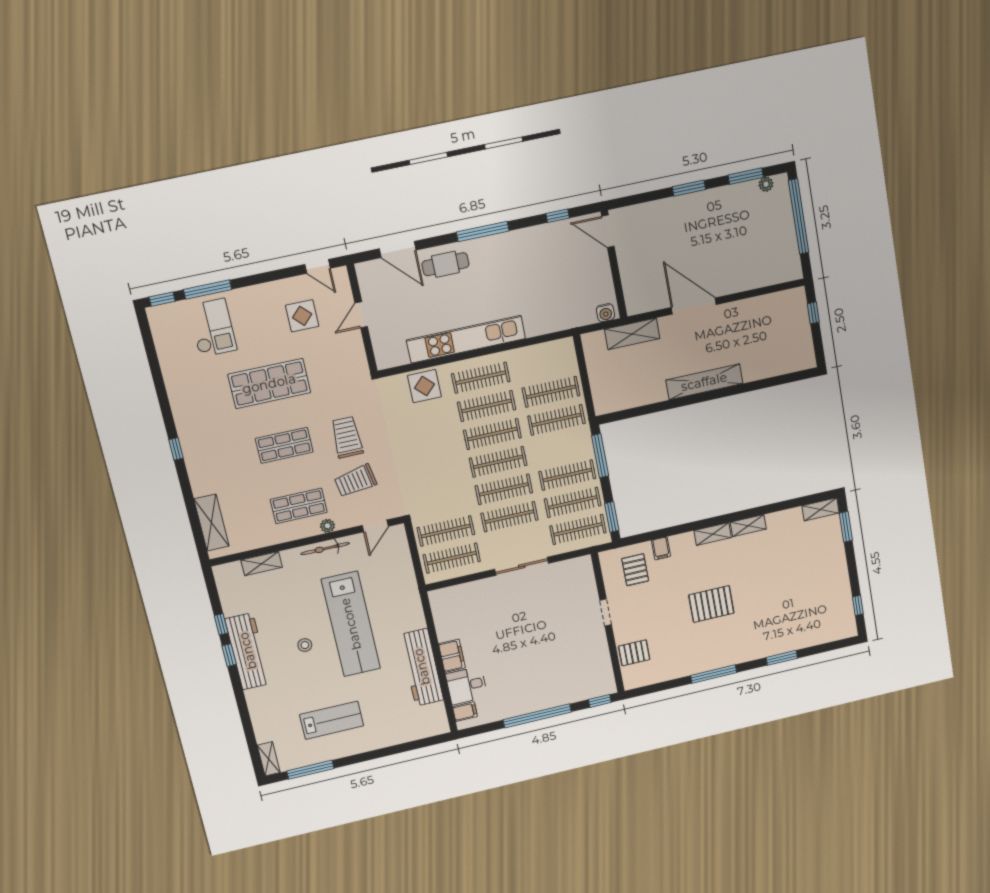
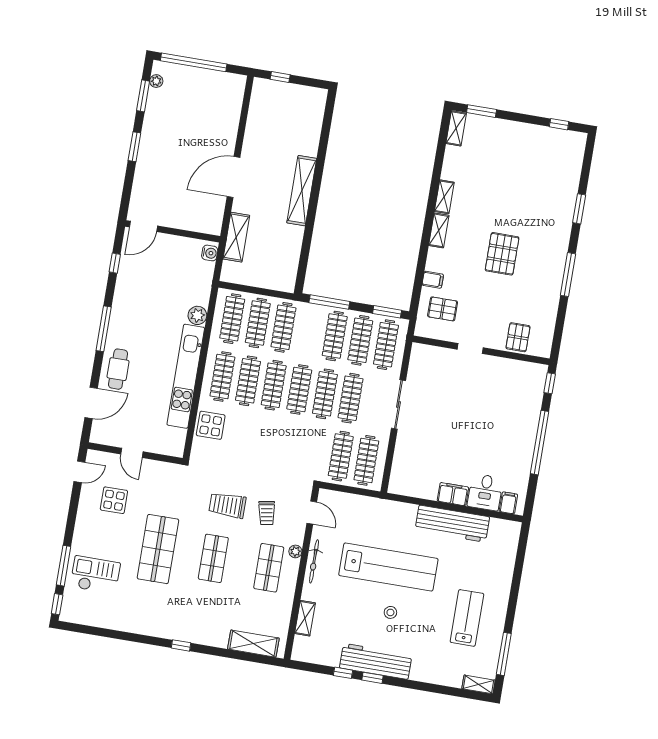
plant: (535, 326) -> (197, 315), added
clothes rail: (545, 364) -> (232, 319), added
trolley: (356, 481) -> (267, 513), width x0.73, depth x0.72

